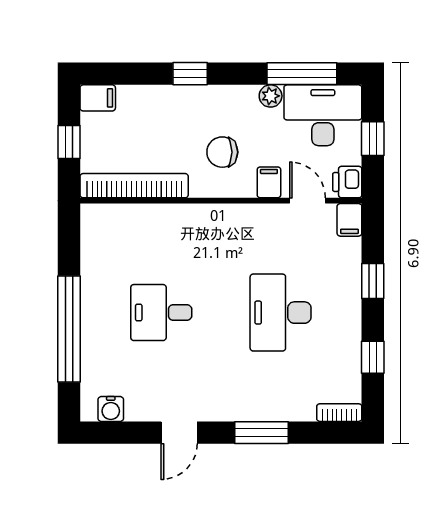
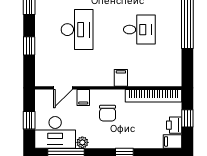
chair: (222, 152) -> (108, 113), turned 90
printer: (347, 182) -> (174, 125), moved, turned 180
door: (308, 201) -> (63, 88), hinge flipped
filing cabinet: (349, 220) -> (121, 78), moved

